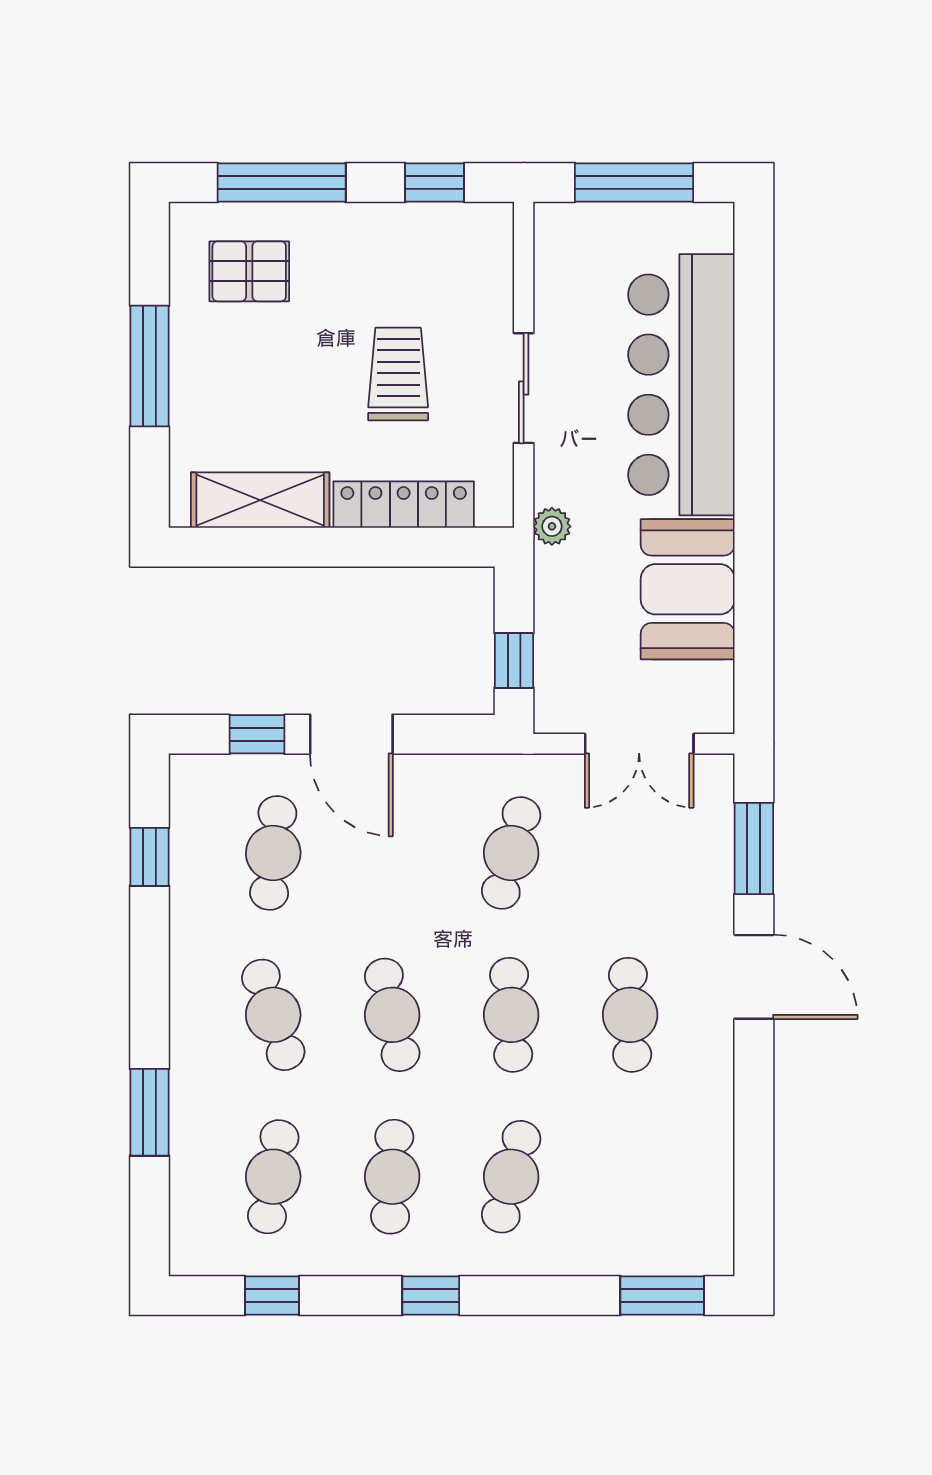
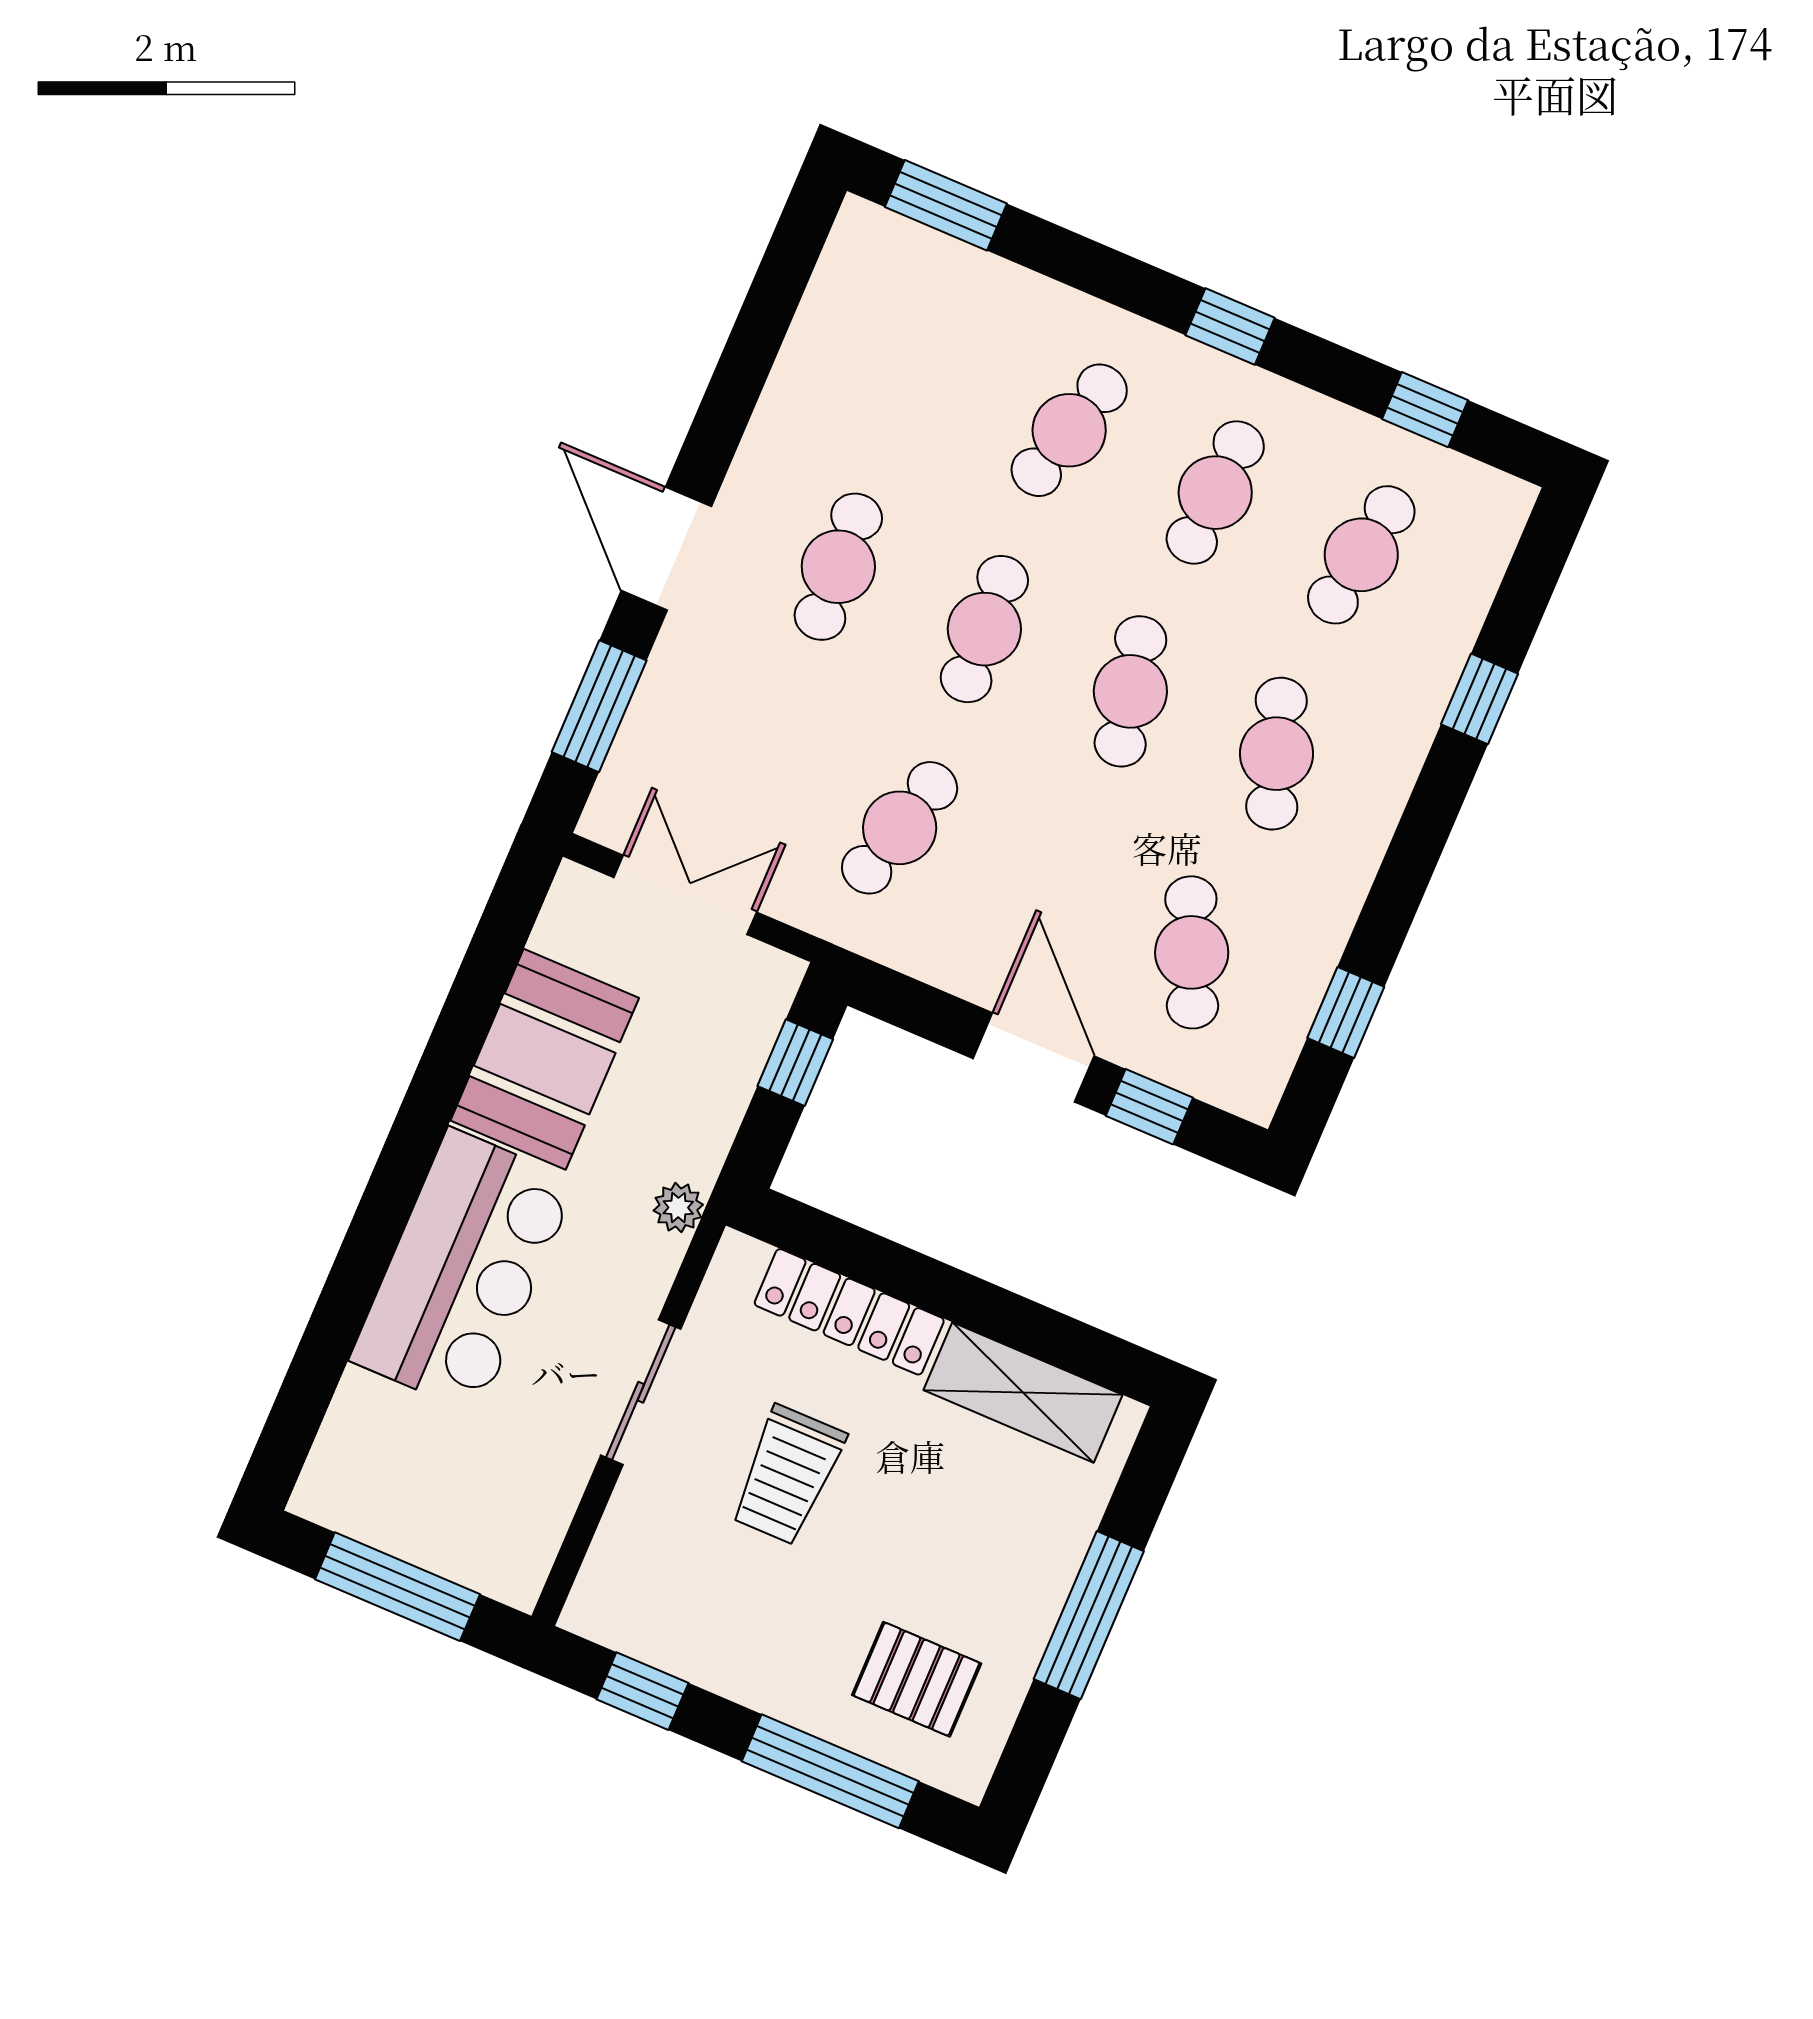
bar counter: (681, 385) -> (463, 1271), width x0.73
cafe table: (273, 853) -> (1192, 952), turned -30
window: (149, 1112) -> (1480, 699), width x0.67

